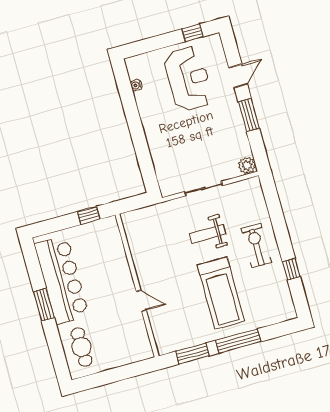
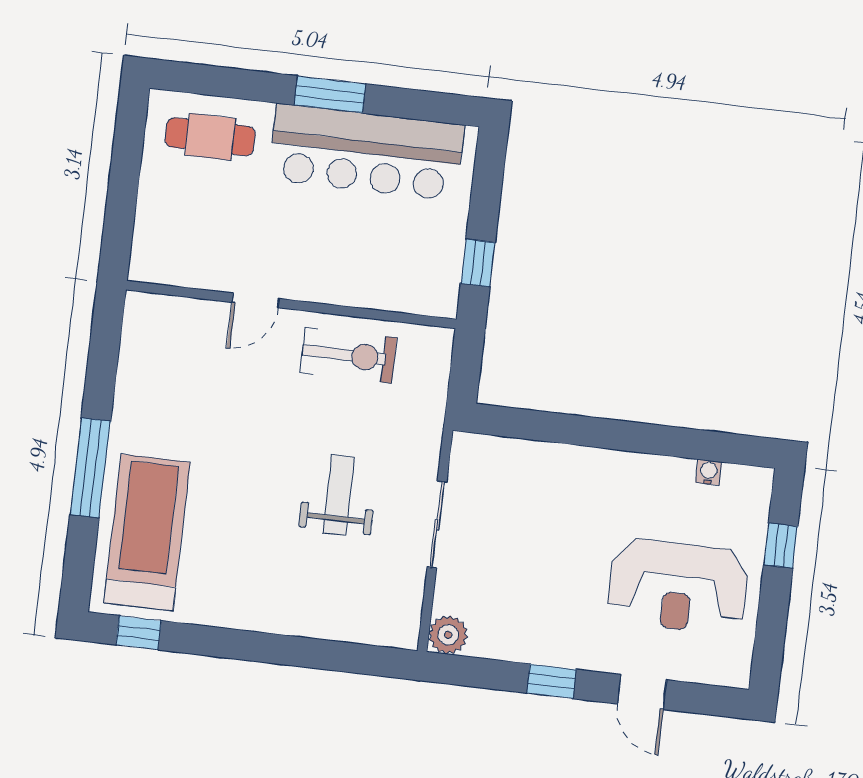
window: (193, 33) -> (781, 546), moved
window: (249, 115) -> (551, 681), width x0.67
exercise bike: (256, 245) -> (348, 355), moved
window: (291, 269) -> (139, 633), moved
treadmill: (221, 293) -> (147, 532), moved, turned 90
window: (192, 354) -> (103, 362), removed

